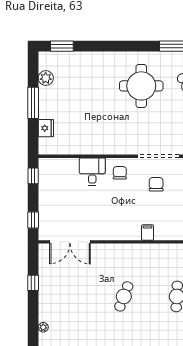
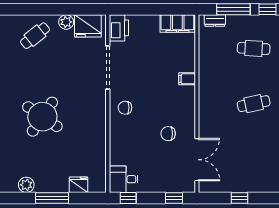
round table: (141, 86) -> (42, 117), moved, turned 34
desk: (92, 172) -> (124, 179), moved
chair: (156, 184) -> (168, 134), moved
cafe table: (124, 296) -> (254, 104), turned -33

